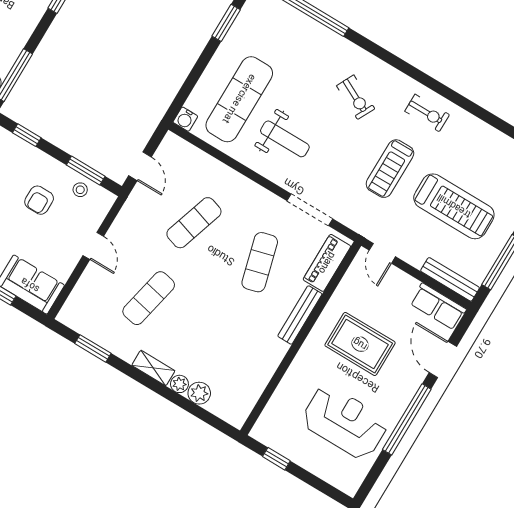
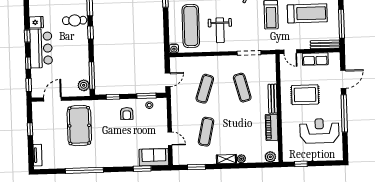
weight bench: (285, 139) -> (220, 30), turned 90
door: (140, 166) -> (168, 80), hinge flipped
armchair: (39, 200) -> (127, 113), moved
door: (93, 246) -> (170, 139), moved
piano: (327, 263) -> (272, 127), moved
row of seats: (438, 306) -> (315, 59), moved
door: (443, 359) -> (343, 79), swing flipped
plant: (199, 393) -> (270, 157), moved

